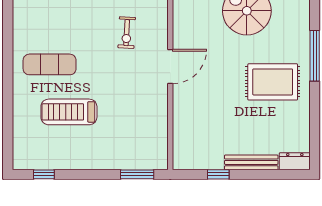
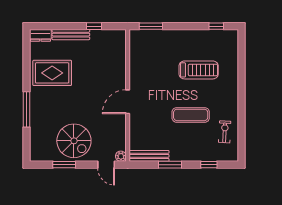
exercise bike: (127, 33) -> (225, 132), moved
exercise mat: (50, 64) -> (191, 115), moved
rug: (273, 82) -> (52, 73), moved

